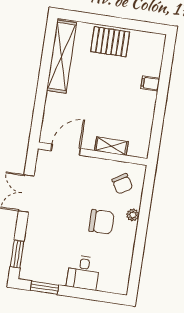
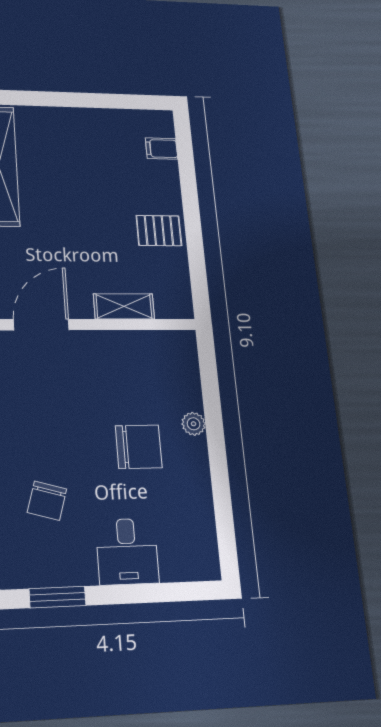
pallet: (110, 42) -> (159, 231), moved, width x0.67, depth x0.71
filing cabinet: (150, 84) -> (162, 149), moved
chair: (122, 184) -> (47, 501), moved, turned 47

